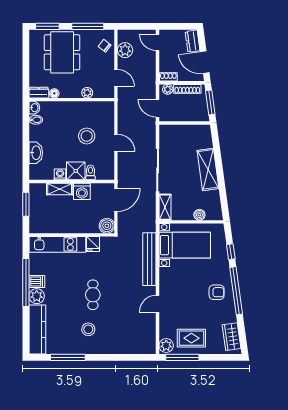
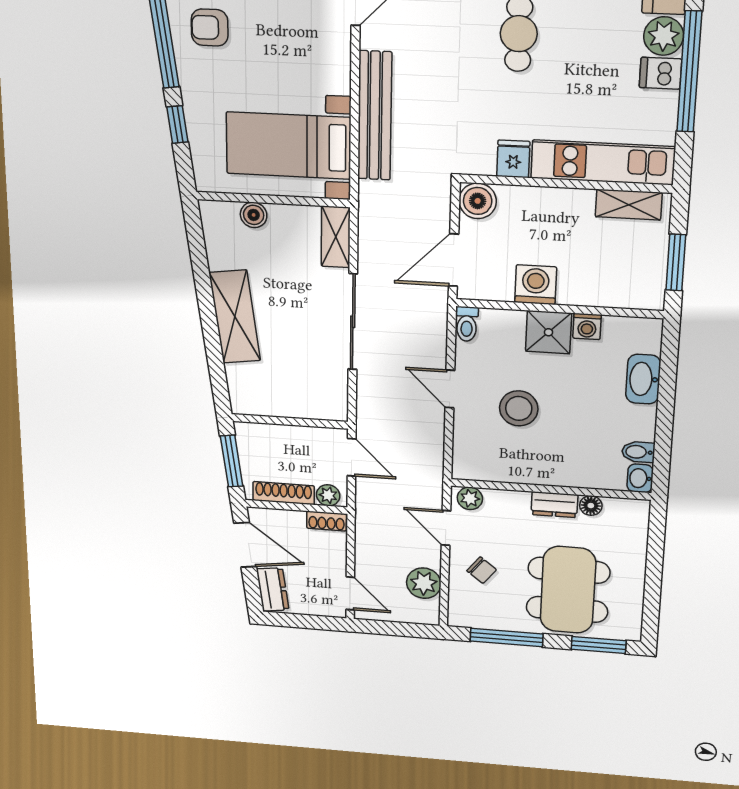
chair: (105, 46) -> (482, 570), moved
dresser: (39, 93) -> (554, 505), moved
plant: (87, 93) -> (470, 498), moved
toilet: (90, 172) -> (467, 324), moved
shelving: (60, 189) -> (629, 205), moved

